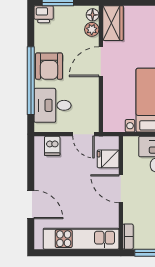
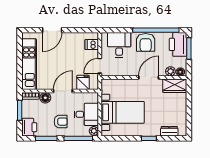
printer: (44, 14) -> (178, 44), width x1.87, depth x1.48
door: (101, 62) -> (149, 77), hinge flipped
armchair: (49, 66) -> (146, 42), turned -90
window: (31, 81) -> (156, 30), moved
floor lamp: (131, 215) -> (45, 98), added

